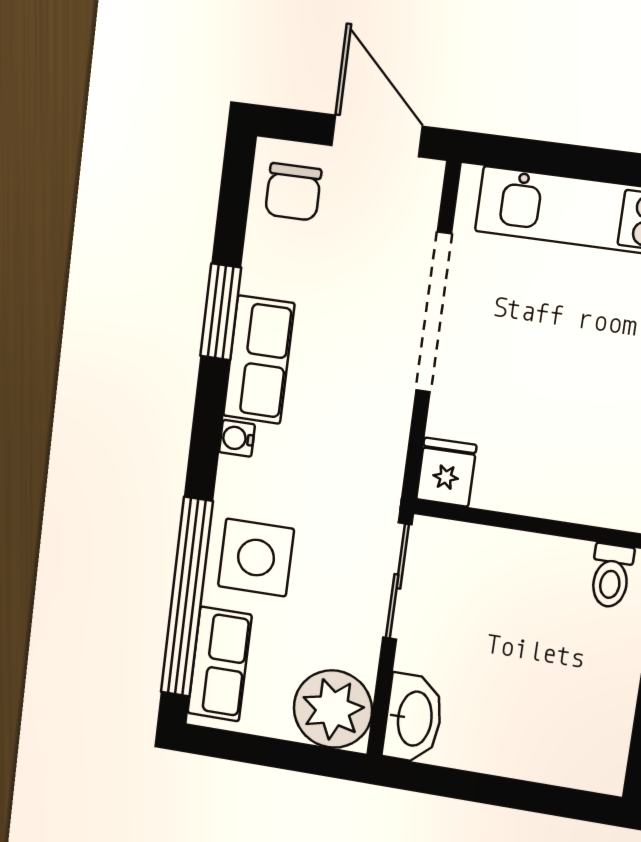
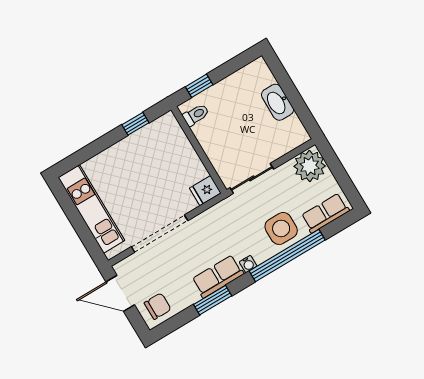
door: (377, 136) -> (120, 293), hinge flipped
window: (187, 597) -> (287, 255), moved
washbasin: (413, 718) -> (277, 102), moved, turned -90

